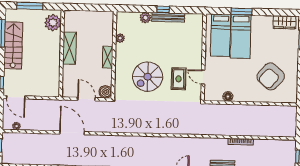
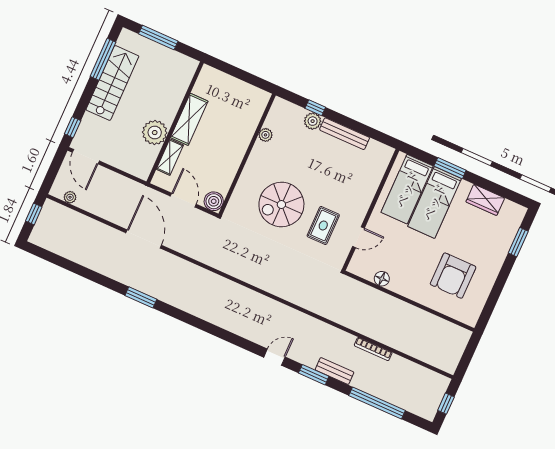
window: (163, 9) -> (315, 108), moved
wardrobe: (284, 22) -> (485, 200), moved
plant: (53, 23) -> (155, 133), moved
shelving: (108, 57) -> (170, 157), moved
armchair: (271, 76) -> (453, 276), turned -41
door: (203, 77) -> (358, 237), swing flipped

